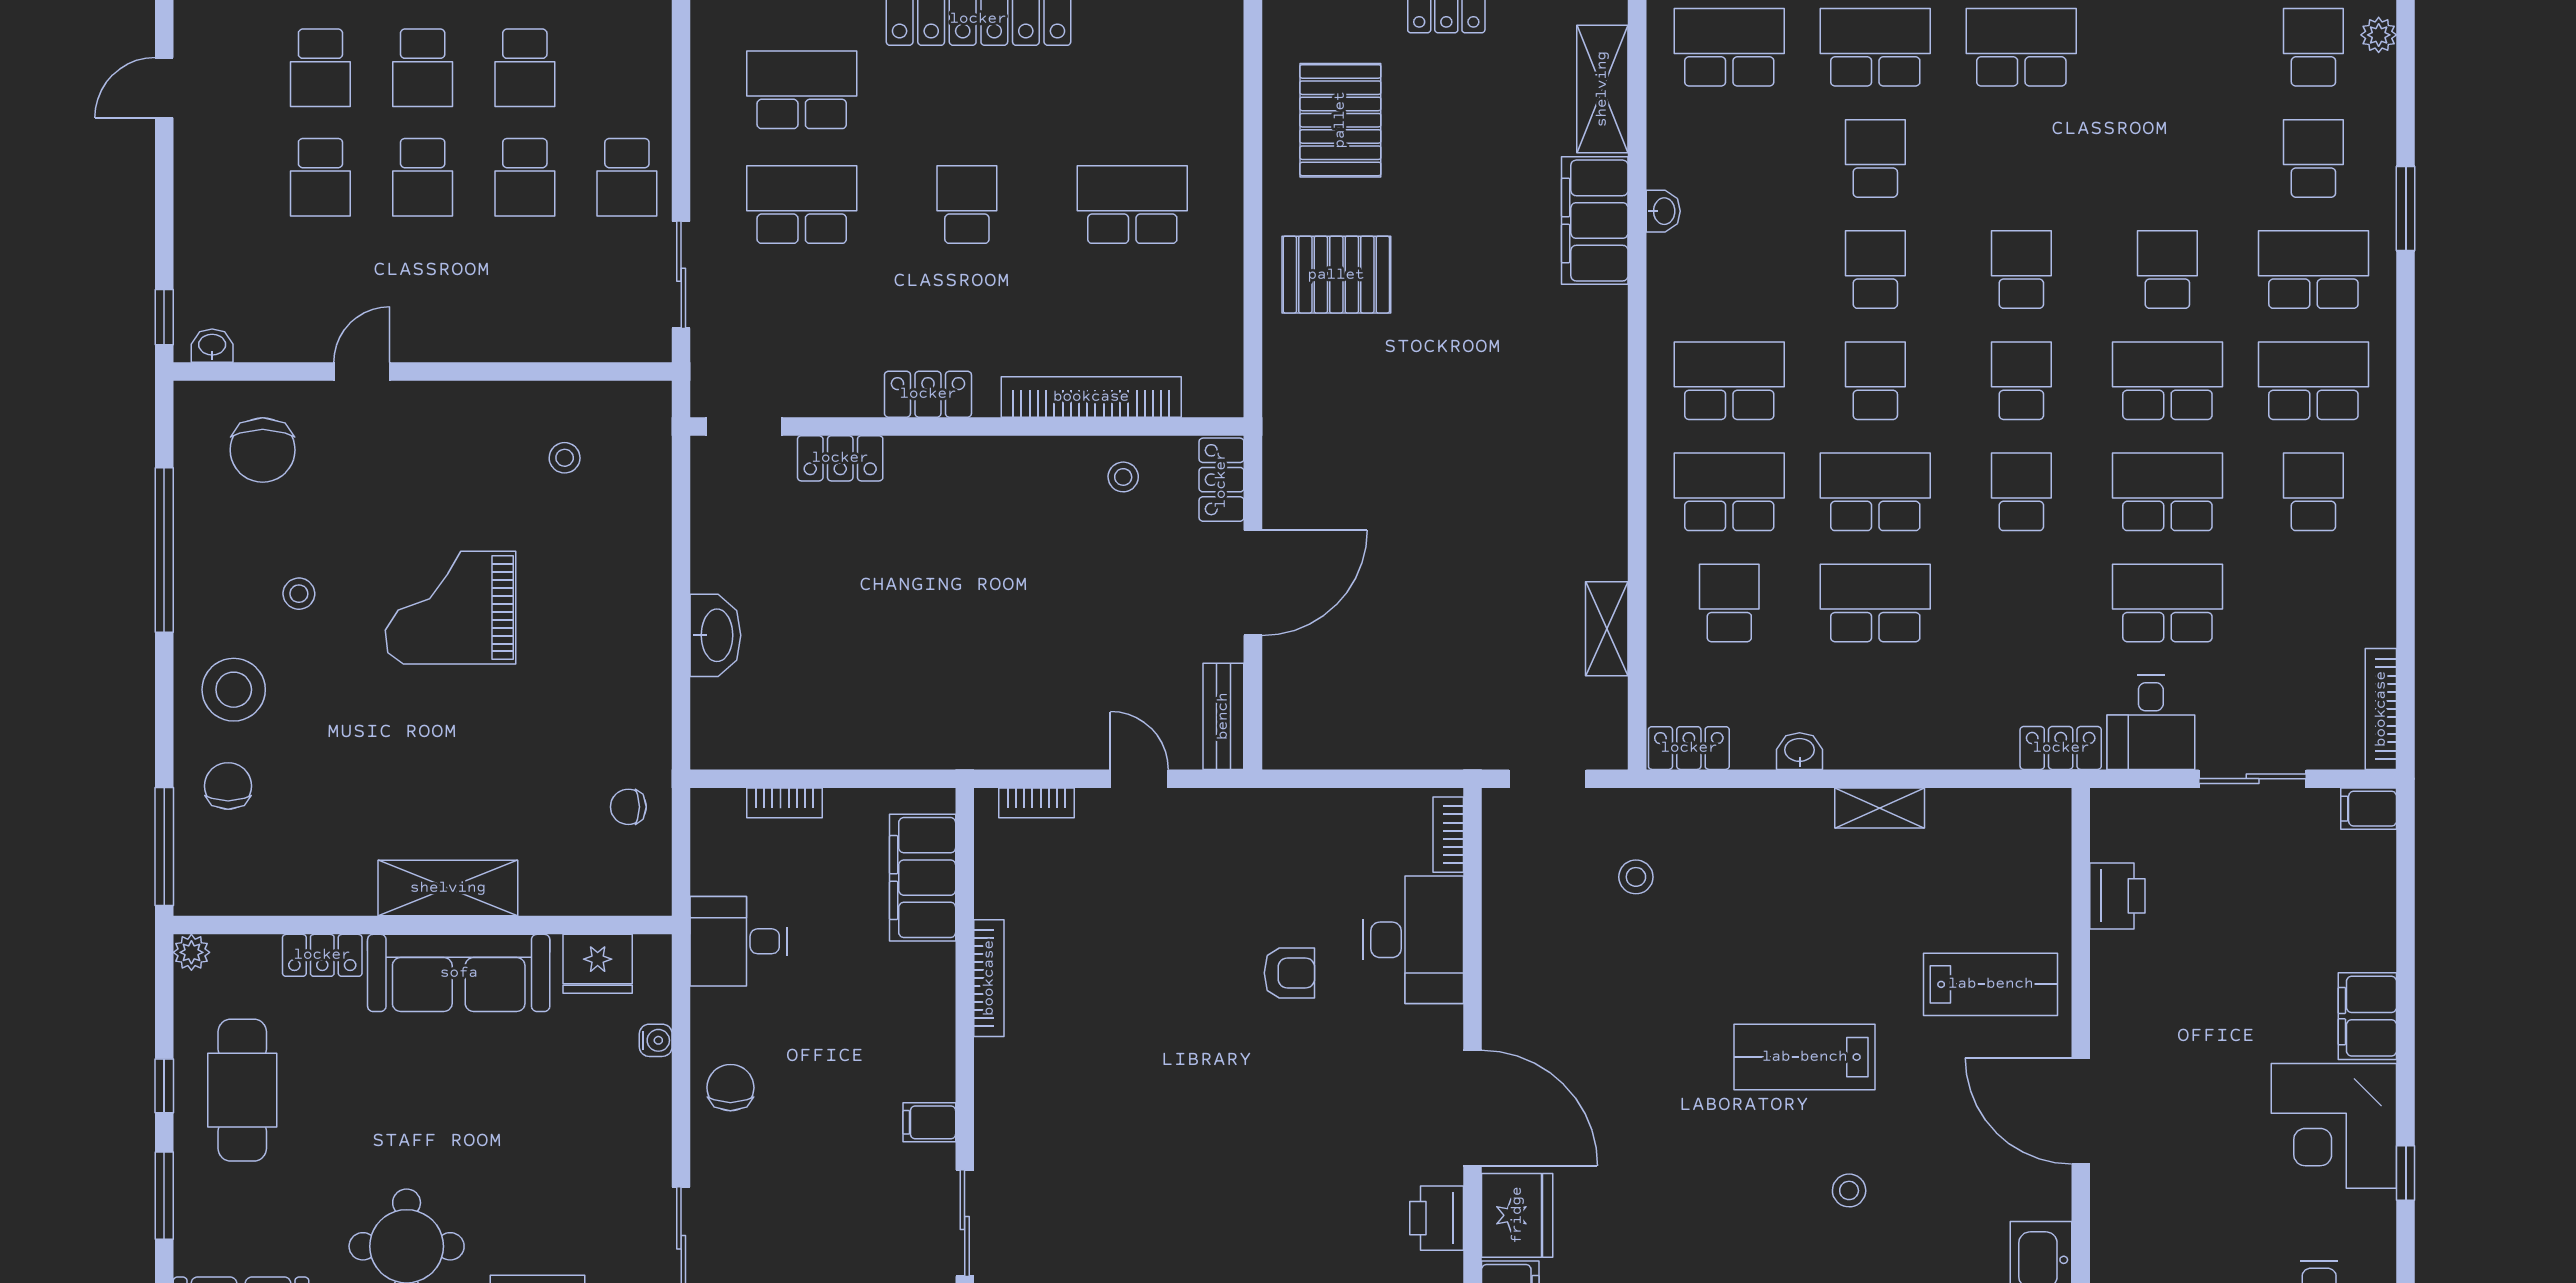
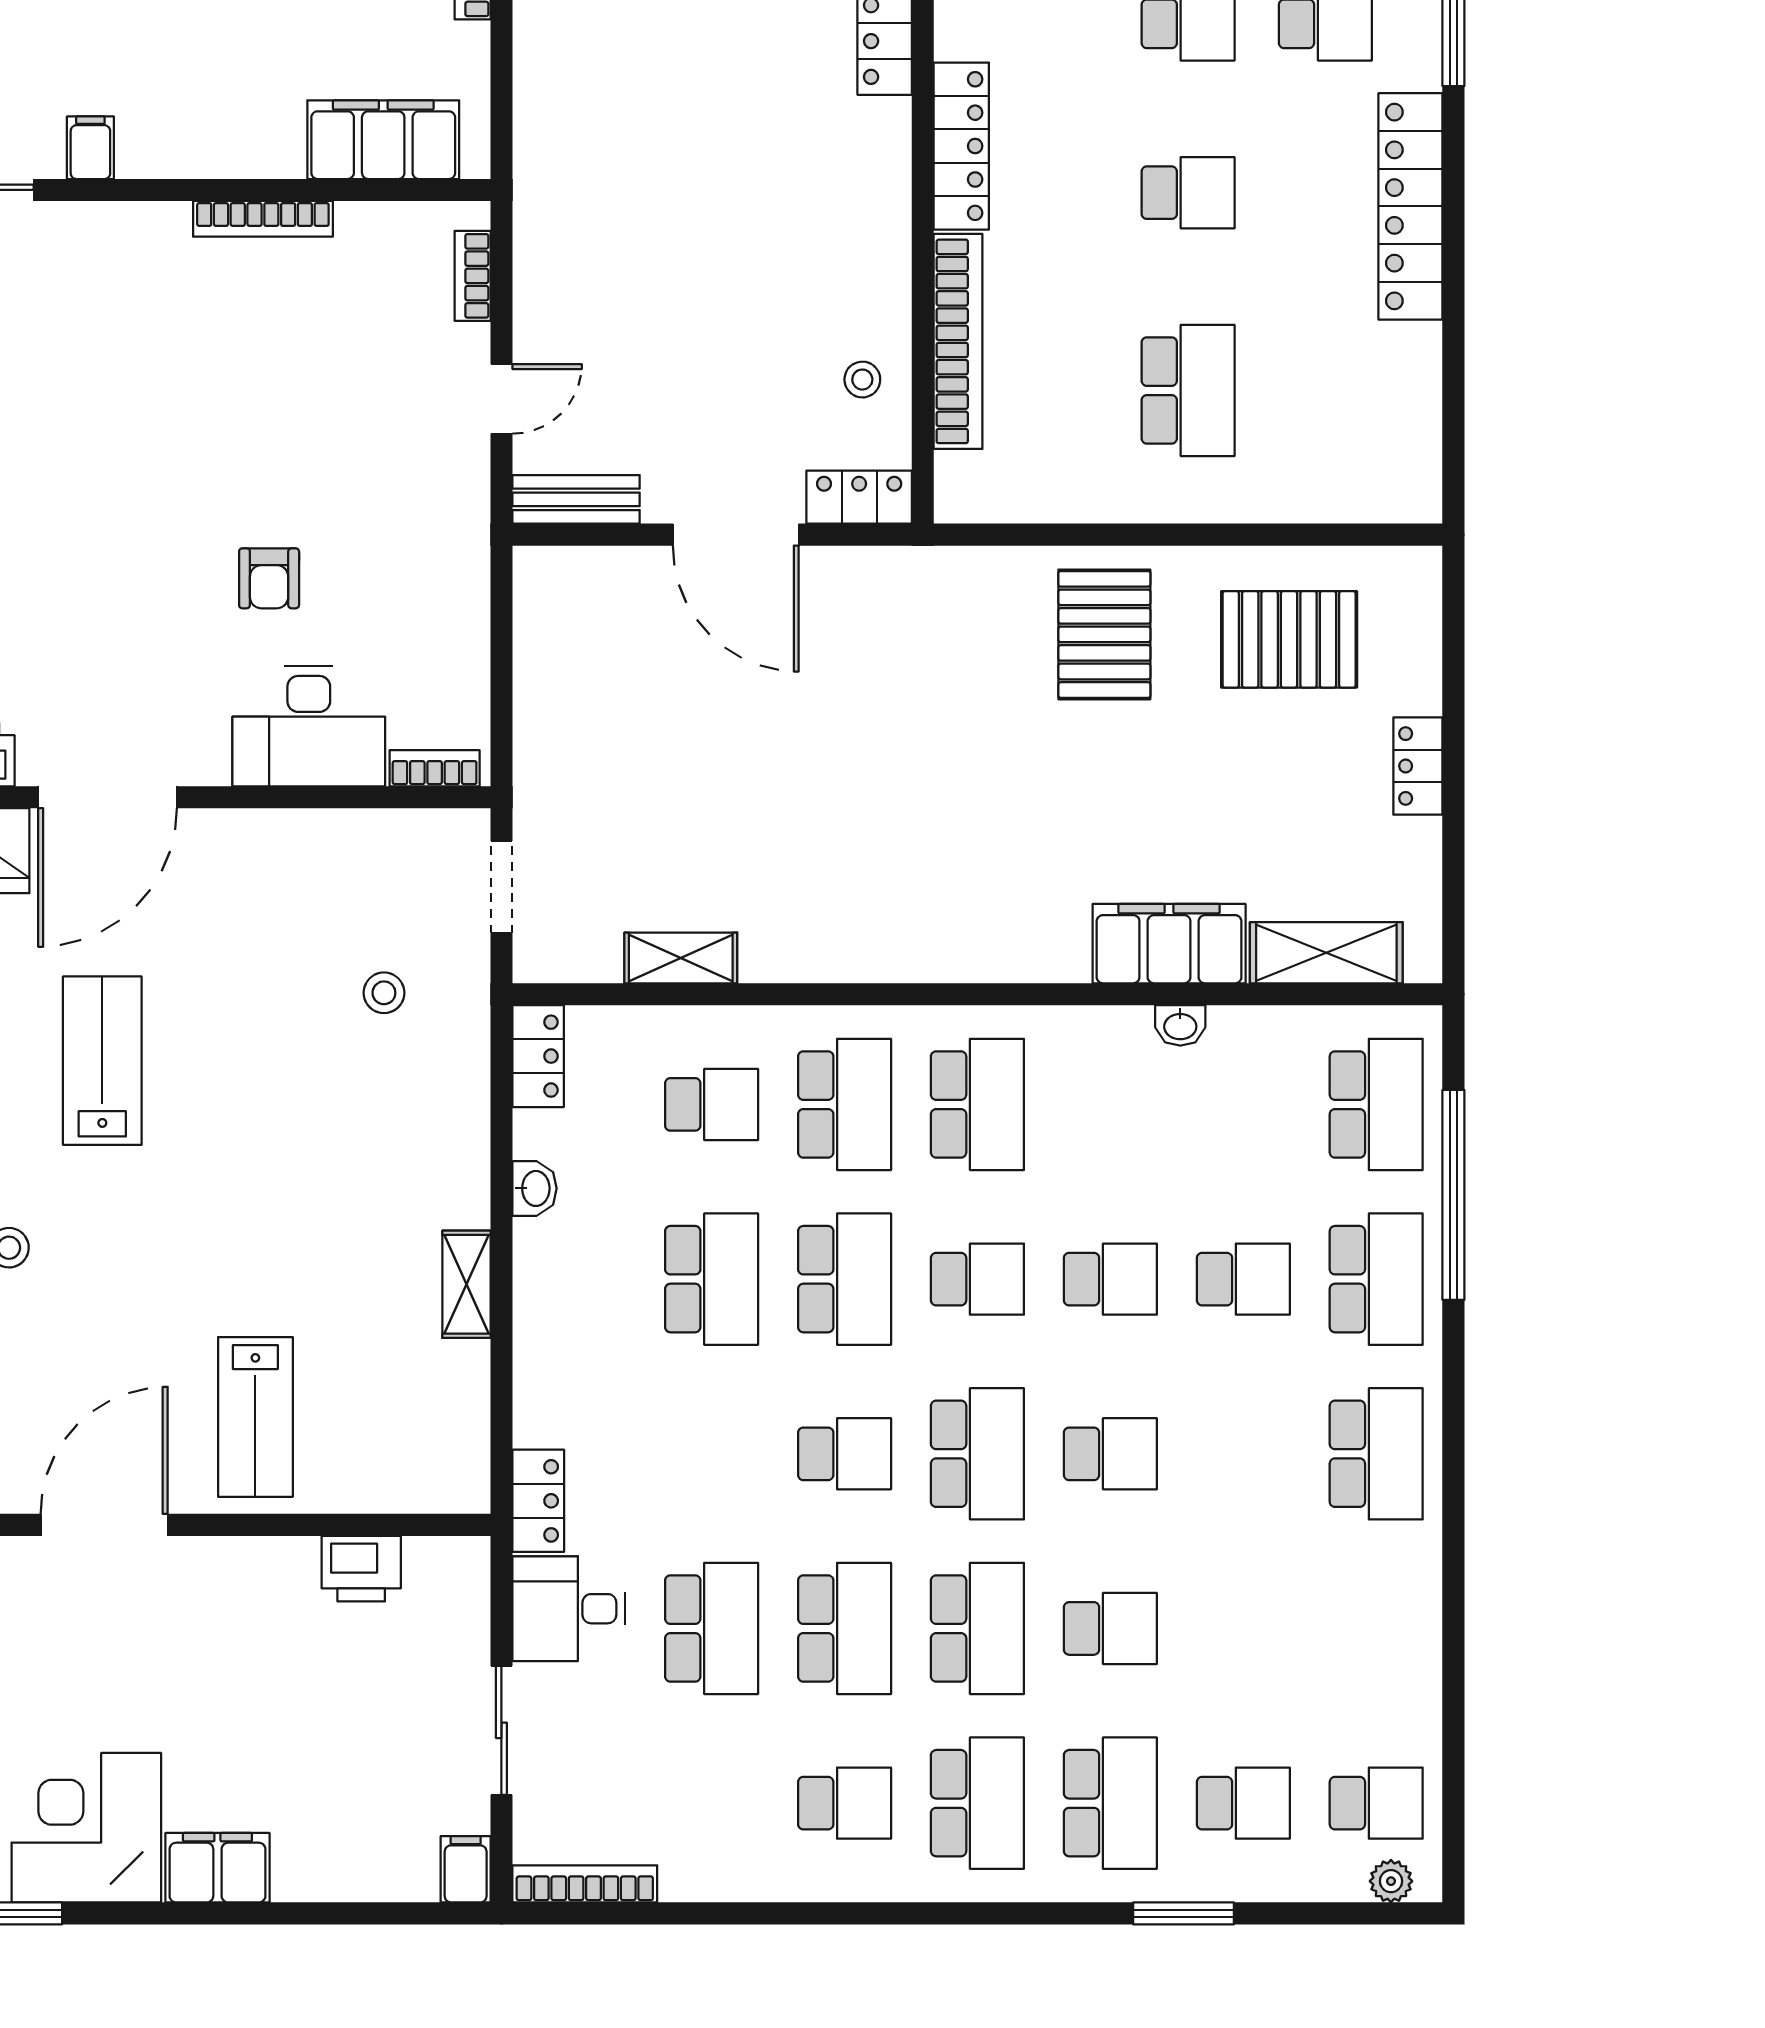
school desk: (2021, 381) -> (977, 1454), width x1.85
locker: (928, 394) -> (961, 146), width x1.53
lab bench: (1805, 1057) -> (102, 1061), moved

